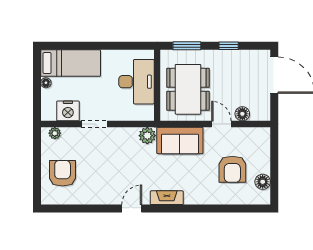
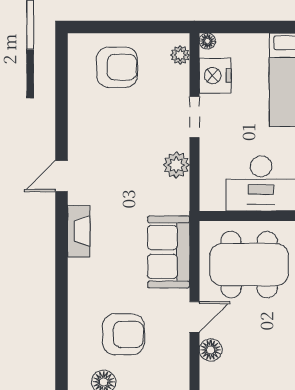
floor lamp: (46, 83) -> (207, 41), moved
plant: (147, 136) -> (176, 165), moved
armchair: (232, 169) -> (123, 334), turned 180
door: (132, 209) -> (62, 176), swing flipped

